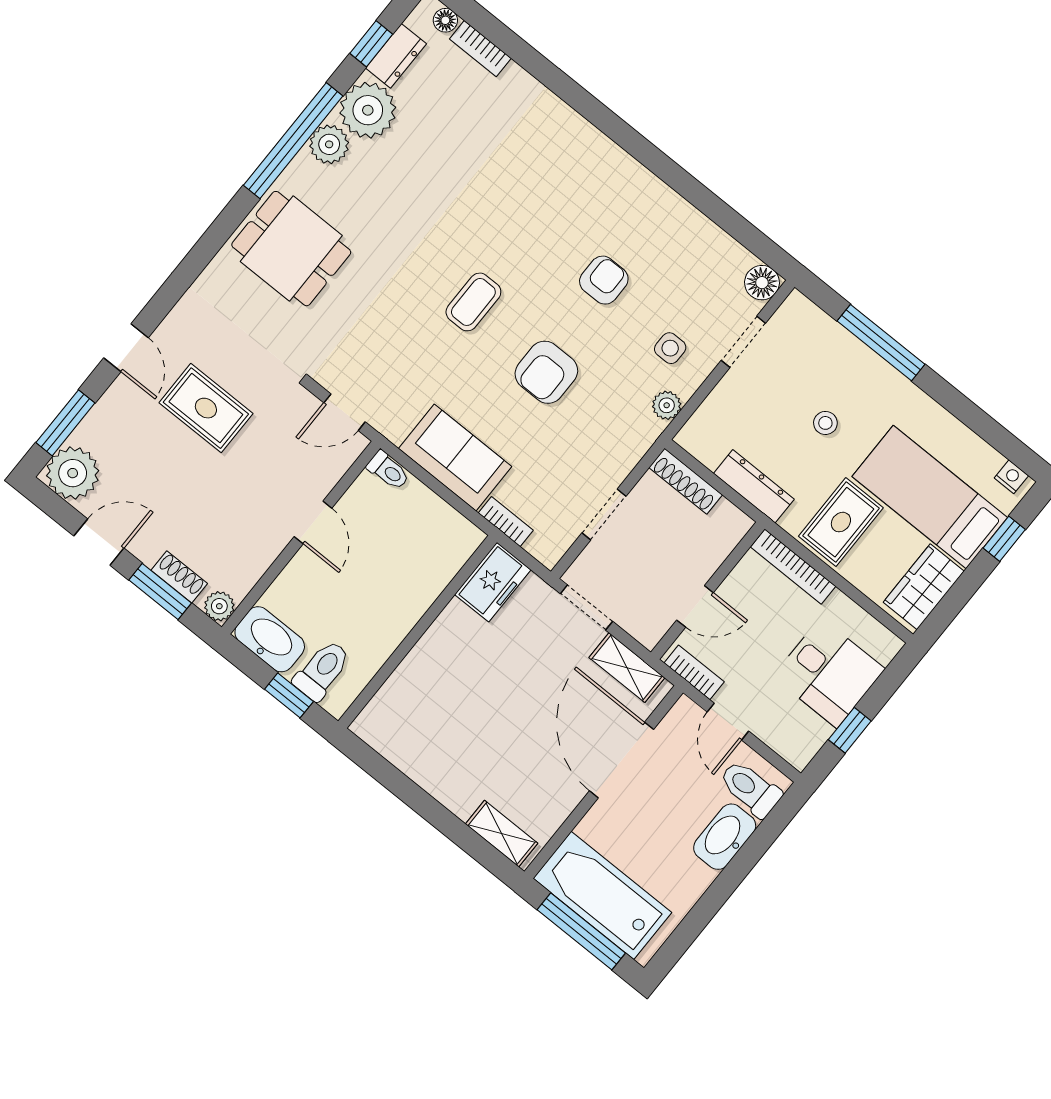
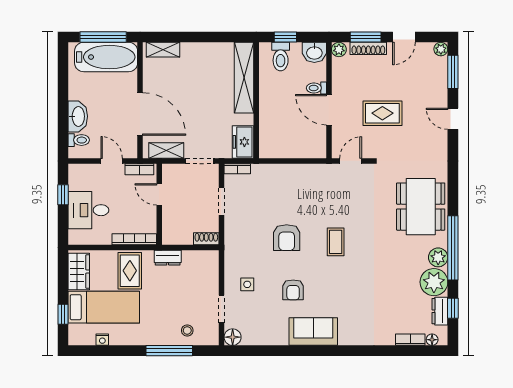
dining table: (291, 249) -> (421, 207), width x1.38
armchair: (546, 372) -> (287, 238), turned 180
plant: (667, 405) -> (231, 262), removed
rug: (206, 408) -> (382, 113), moved
stool: (825, 423) -> (187, 330), moved
sofa: (455, 458) -> (313, 332), moved, turned 180
toilet: (388, 471) -> (316, 88), moved
plant: (73, 473) -> (441, 49), width x0.53, depth x0.53
nightstand: (1011, 477) -> (102, 340), moved
shoe rack: (686, 481) -> (206, 239), width x0.70
dresser: (754, 486) -> (168, 258), width x0.70
door: (313, 522) -> (329, 110), width x1.37
bookcase: (506, 522) -> (237, 169), moved
shoe rack: (179, 577) -> (368, 48), width x1.43
door: (695, 606) -> (159, 194), hinge flipped
washbasin: (270, 639) -> (314, 52), width x0.72
shelving: (408, 684) -> (244, 78), added
toilet: (750, 788) -> (79, 140), width x0.73, depth x0.72

